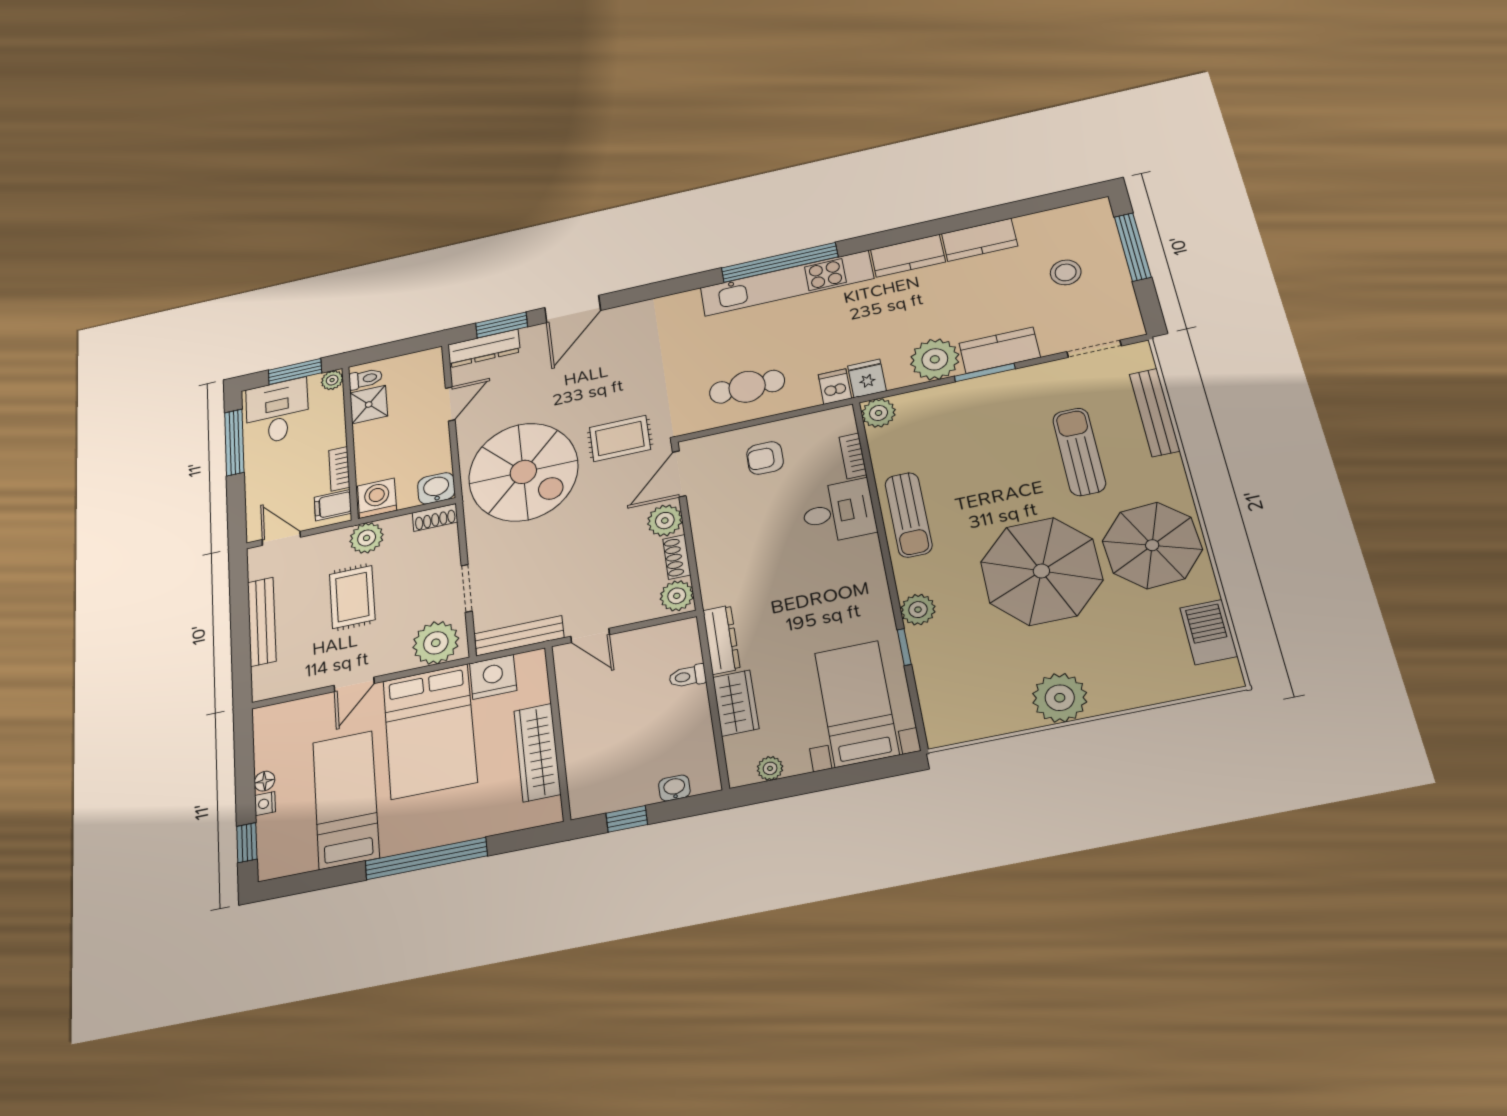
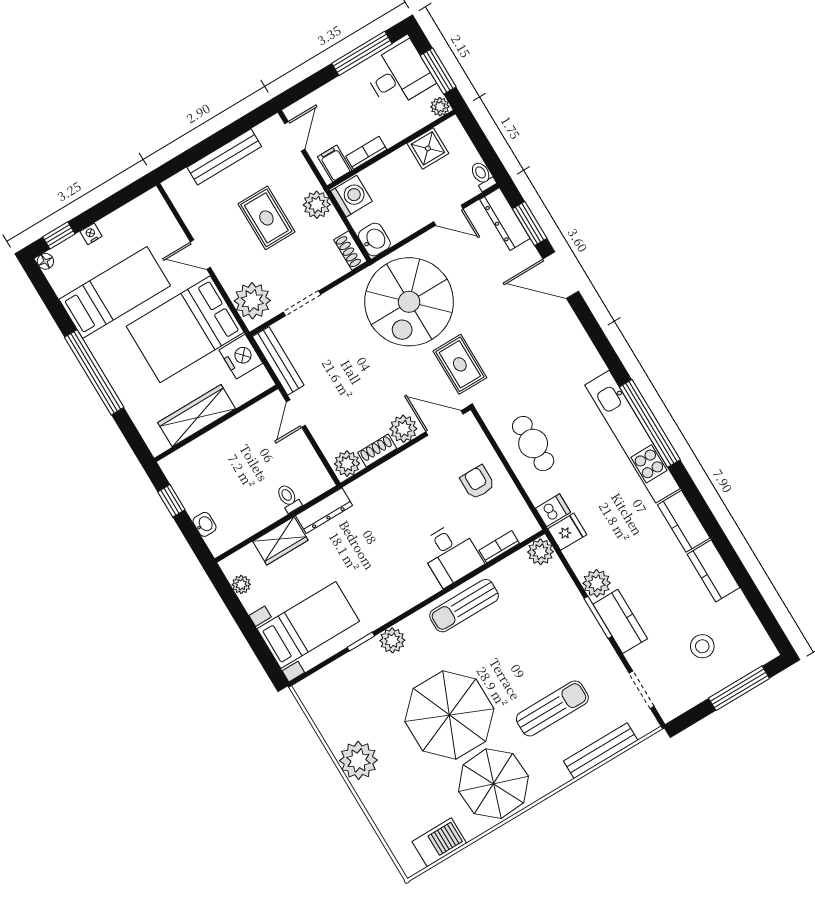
plant: (935, 359) -> (597, 583), width x0.73, depth x0.73
toilet: (365, 379) -> (482, 176), moved, turned 180
rug: (352, 597) -> (266, 218), turned 90
floor lamp: (264, 781) -> (45, 261), moved

